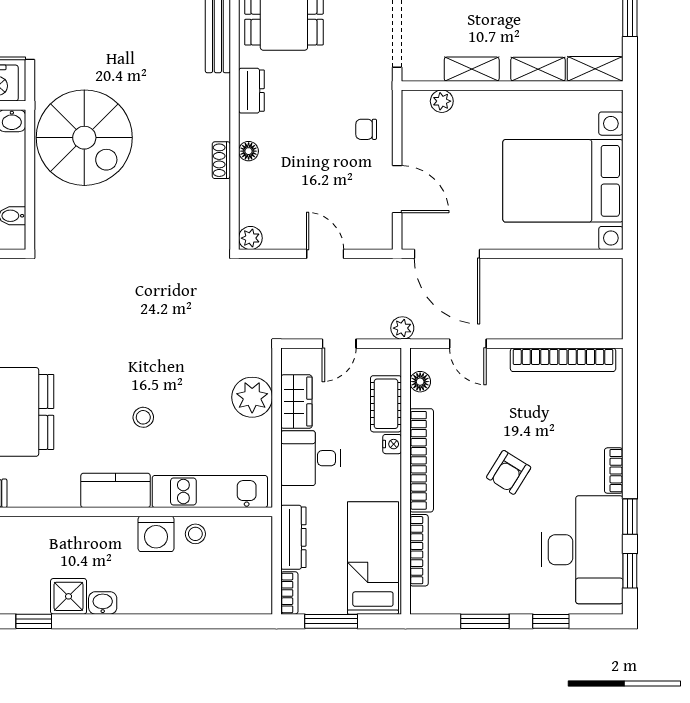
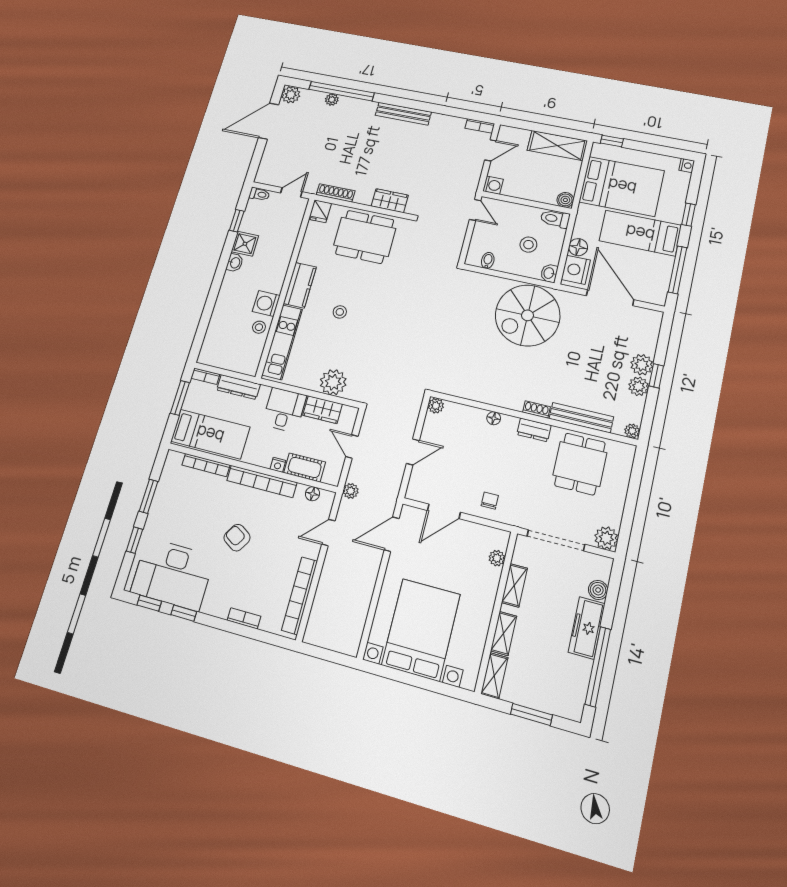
shoe rack: (221, 160) -> (536, 410), moved
door: (447, 254) -> (392, 534), width x0.73
bookcase: (614, 471) -> (244, 618), moved

